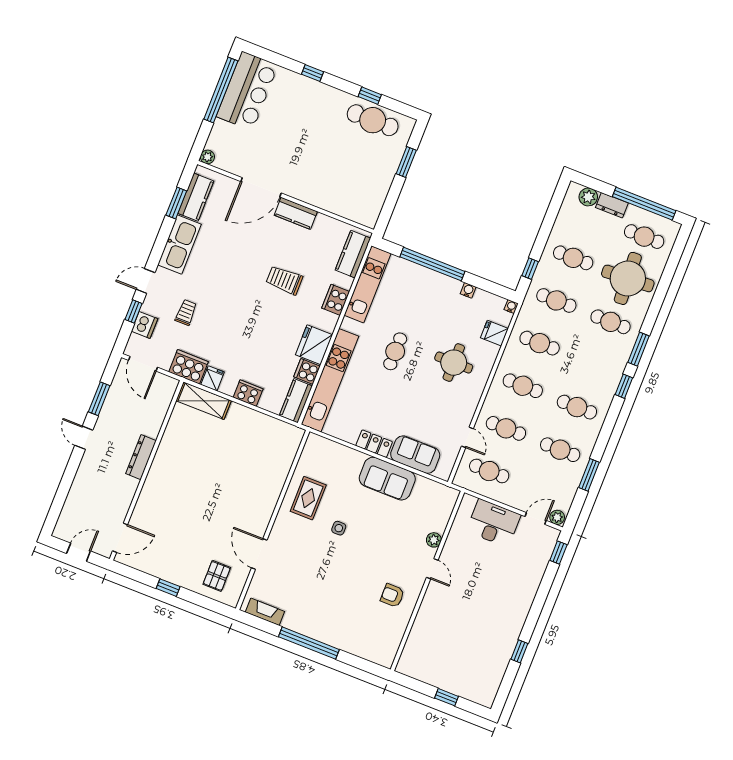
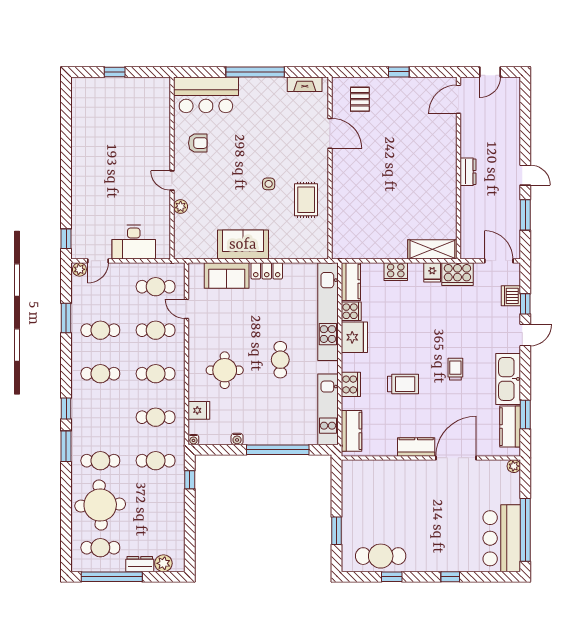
cafe table: (573, 258) -> (156, 504), removed
trolley: (186, 312) -> (455, 369), moved, turned 180
dresser: (141, 457) -> (468, 172), width x0.70
bar counter: (366, 640) -> (206, 95), added
window: (519, 651) -> (66, 138), removed

